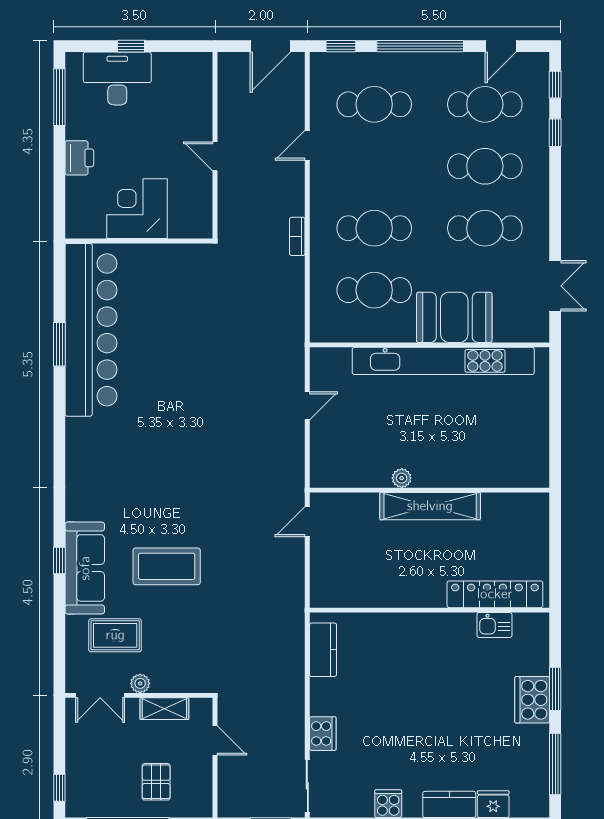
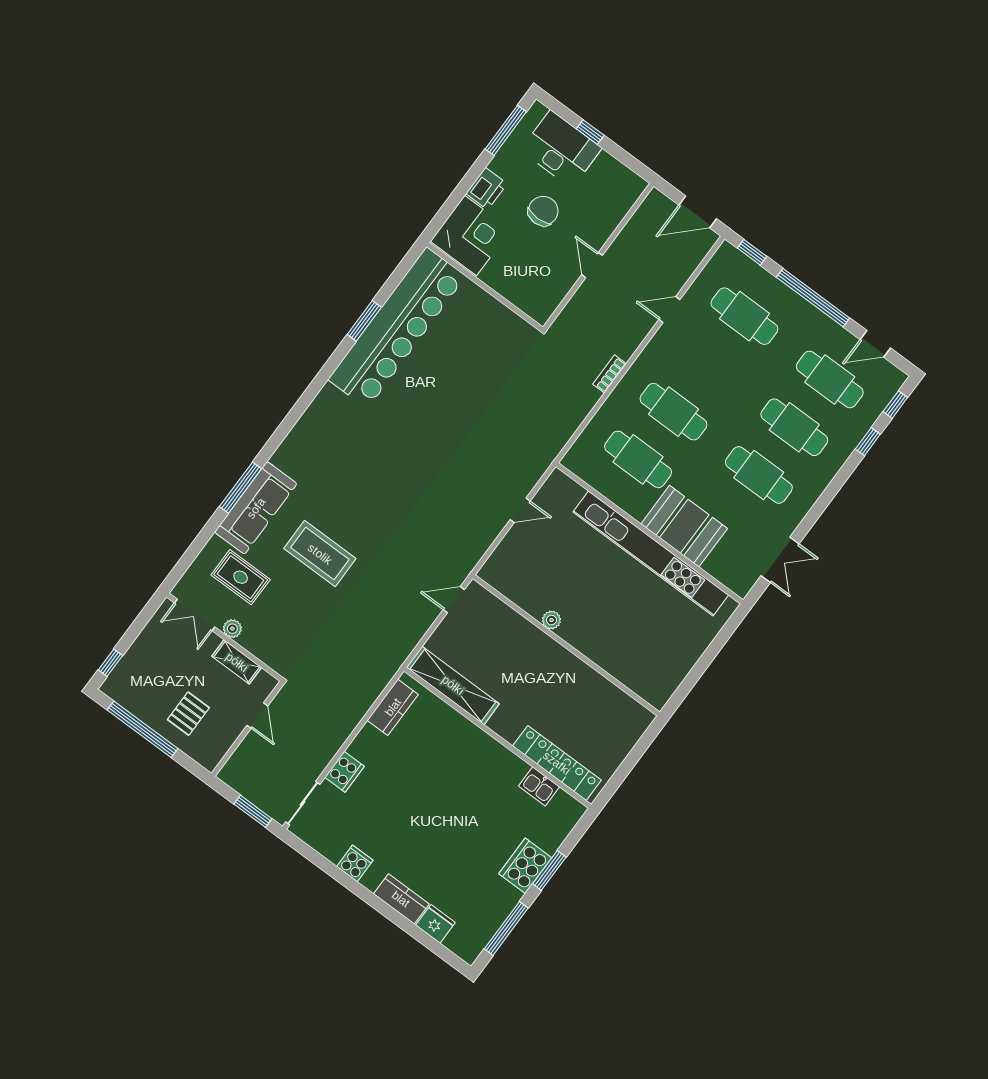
chair: (141, 141) -> (543, 211), added
corner desk: (137, 209) -> (471, 236), moved, turned 90
shelving: (430, 506) -> (453, 685), moved
window: (59, 561) -> (240, 488), width x2.17

